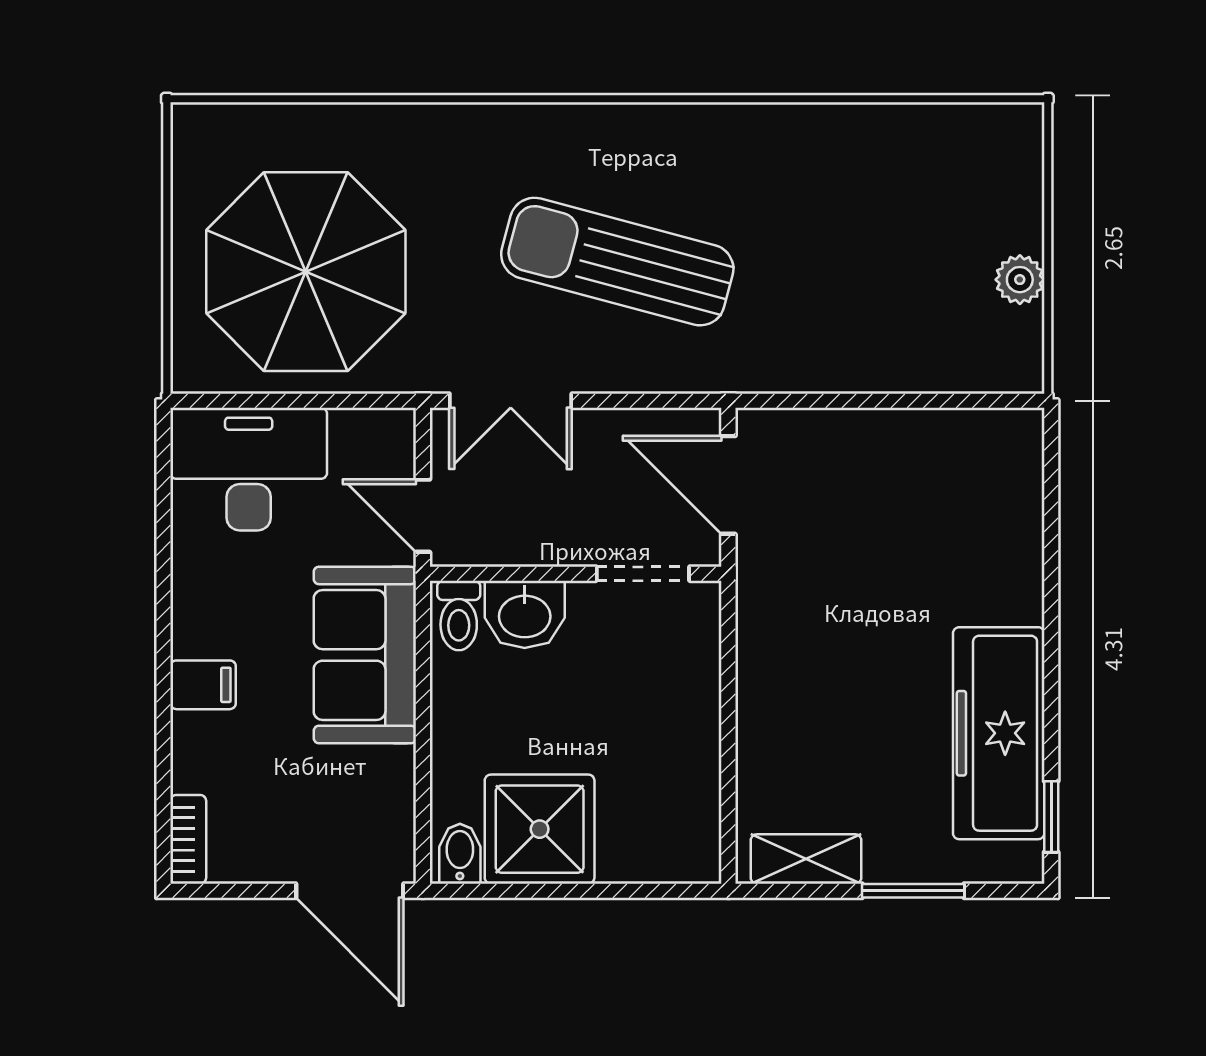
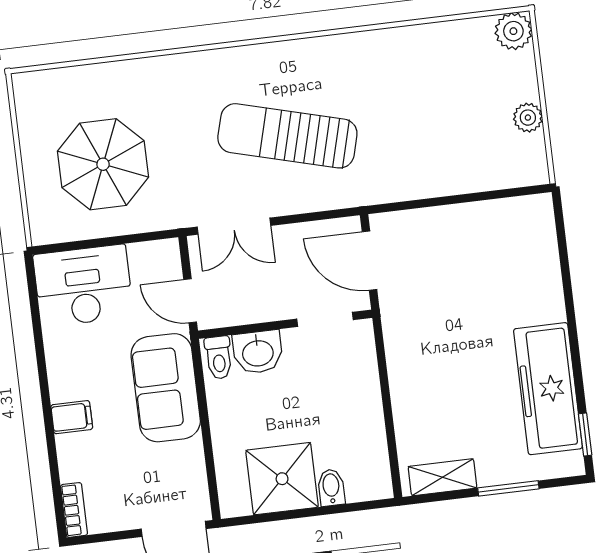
plant: (1013, 133) -> (513, 31), added
parasol: (306, 272) -> (103, 164), width x0.73, depth x0.73
bidet: (460, 854) -> (331, 488), moved

